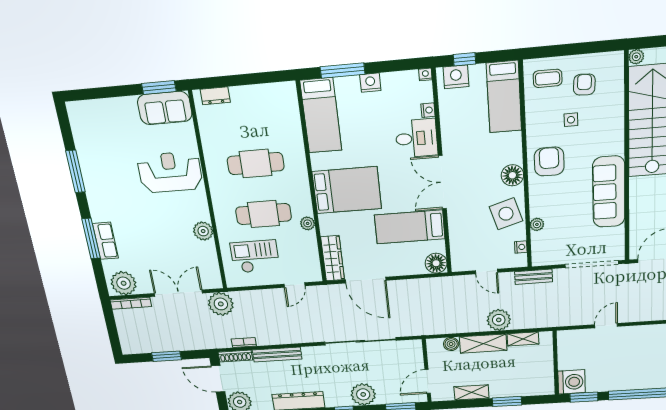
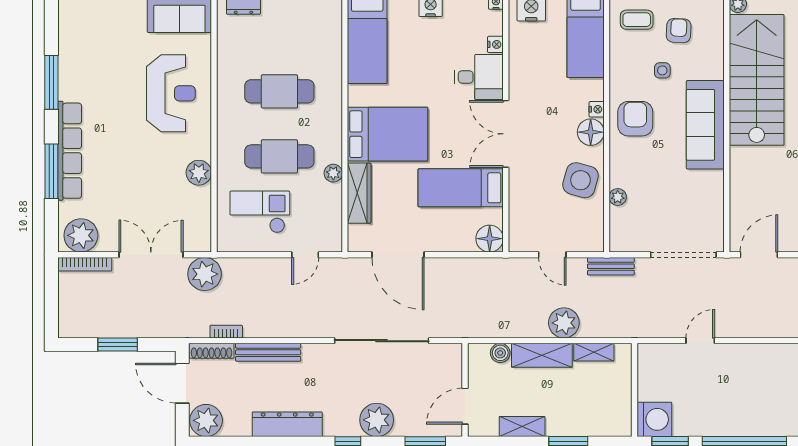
reception desk: (170, 172) -> (171, 93), turned 90
sofa: (609, 192) -> (705, 125), moved
side table: (506, 214) -> (581, 180), turned 32
row of seats: (105, 241) -> (70, 151), width x2.02
nightstand: (521, 247) -> (597, 109), moved
wardrobe: (333, 258) -> (359, 193), moved

